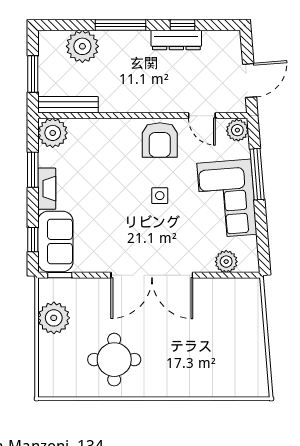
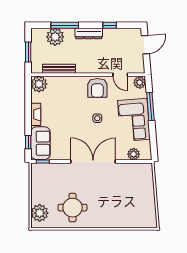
window: (121, 25) -> (65, 25), moved
dresser: (176, 40) -> (89, 33), moved
door: (250, 81) -> (145, 45), moved
bench: (68, 105) -> (59, 69), moved
window: (33, 170) -> (28, 104), removed
double door: (152, 275) -> (93, 162), swing flipped
plant: (54, 318) -> (40, 213), moved

